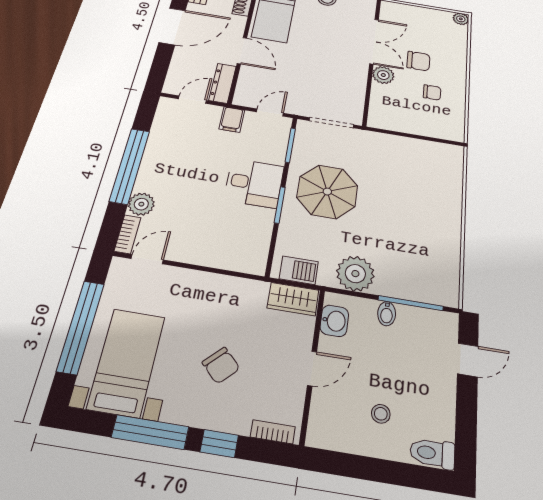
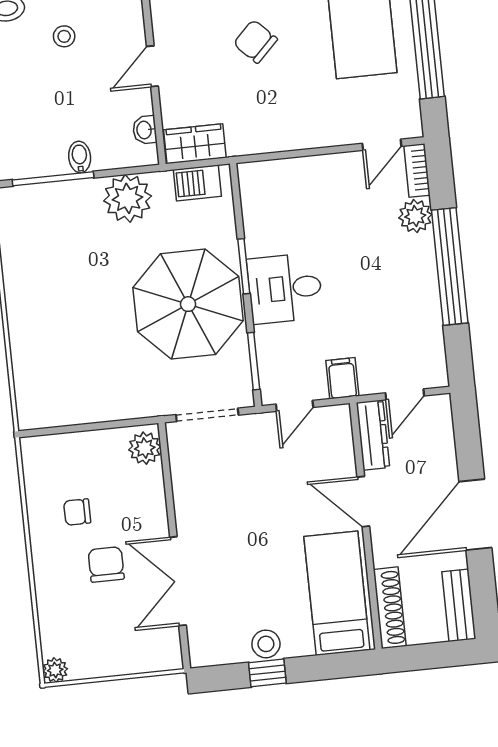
chair: (418, 61) -> (106, 564), turned 90
plant: (383, 75) -> (145, 448), moved
parasol: (327, 192) -> (188, 304), width x1.36, depth x1.36
washbasin: (334, 321) -> (145, 130), width x0.72, depth x0.69

